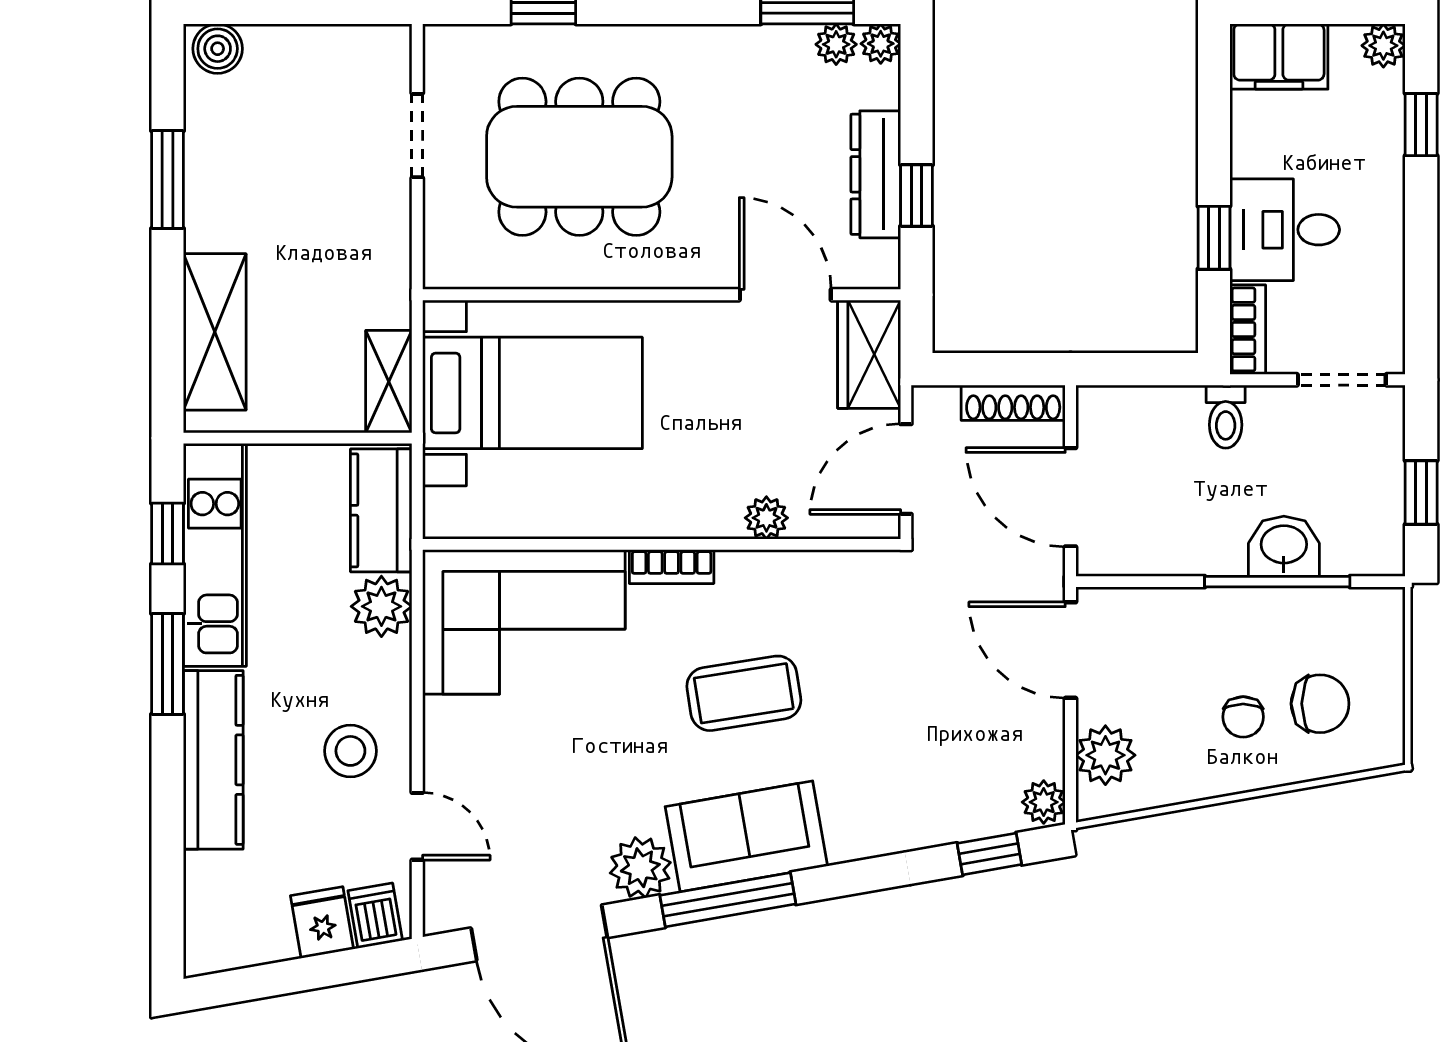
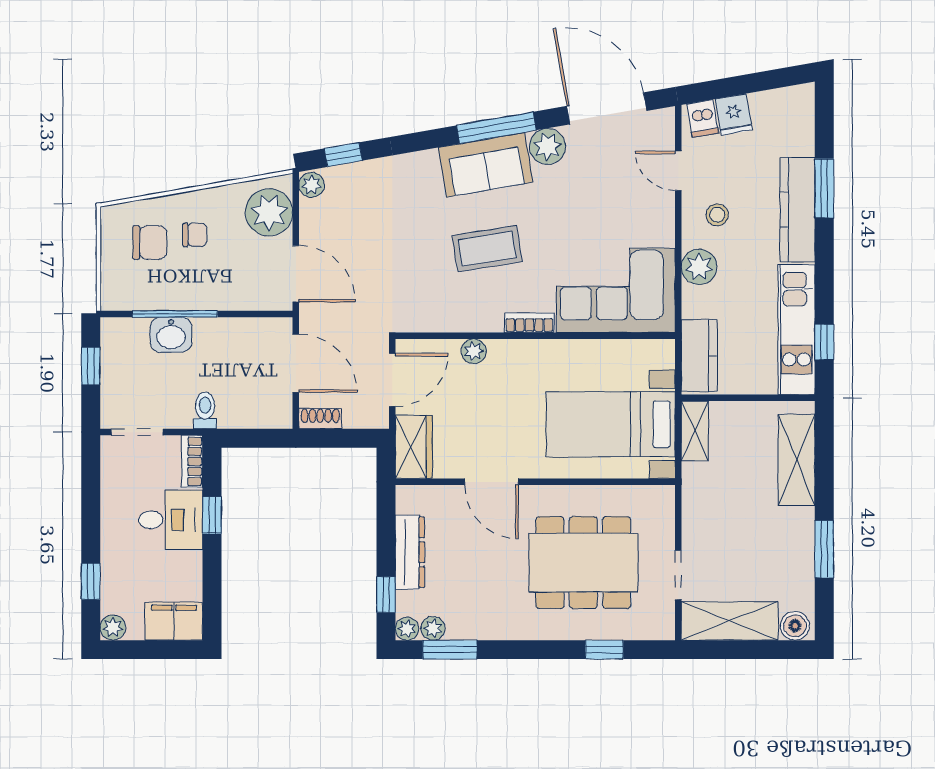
shelving: (329, 57) -> (730, 621), added
window: (916, 196) -> (386, 595), moved
door: (785, 295) -> (491, 482), moved
shoe rack: (1013, 403) -> (320, 419), width x0.70
plant: (381, 606) -> (699, 267), moved
window: (168, 664) -> (824, 188), moved
chair: (1320, 704) -> (150, 242), turned 180
chair: (1243, 717) -> (195, 235), turned 90
stool: (350, 751) -> (717, 215), width x0.73, depth x0.73
plant: (1105, 755) -> (269, 212), width x1.36, depth x1.36

